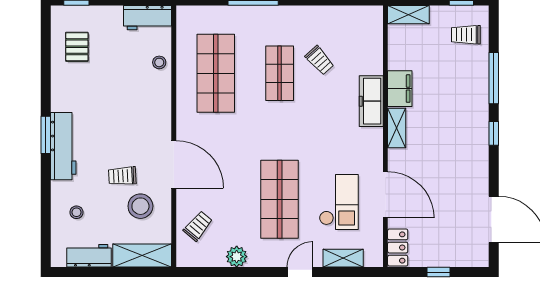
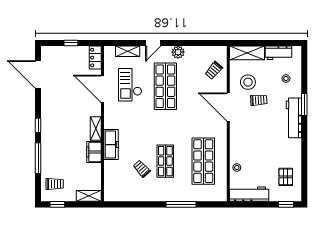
workbench: (147, 18) -> (249, 194), width x1.38
window: (46, 135) -> (304, 105), moved
plant: (237, 257) -> (178, 52), moved

